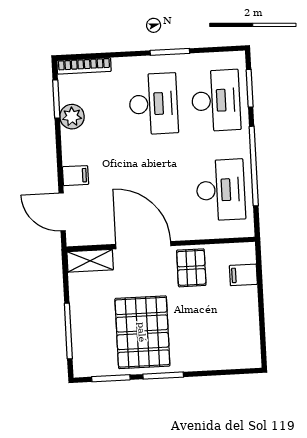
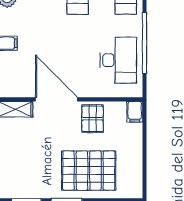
filing cabinet: (243, 275) -> (135, 112), moved, turned -90
pallet: (142, 332) -> (89, 171), moved, turned 90

